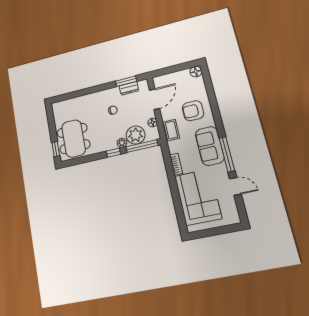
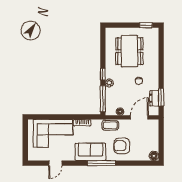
door: (154, 99) -> (139, 117), swing flipped
armchair: (193, 111) -> (122, 146), turned -90
plant: (136, 135) -> (113, 96), removed
dining table: (74, 139) -> (129, 51), moved, turned 90
window: (56, 149) -> (146, 25), moved
window: (227, 154) -> (102, 163), moved

